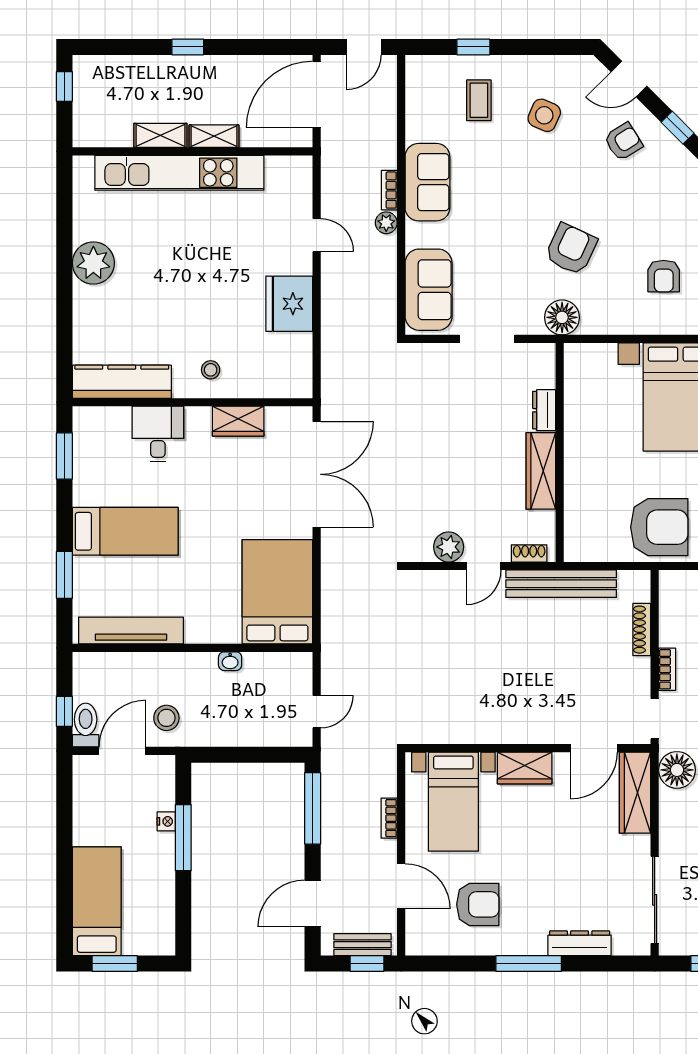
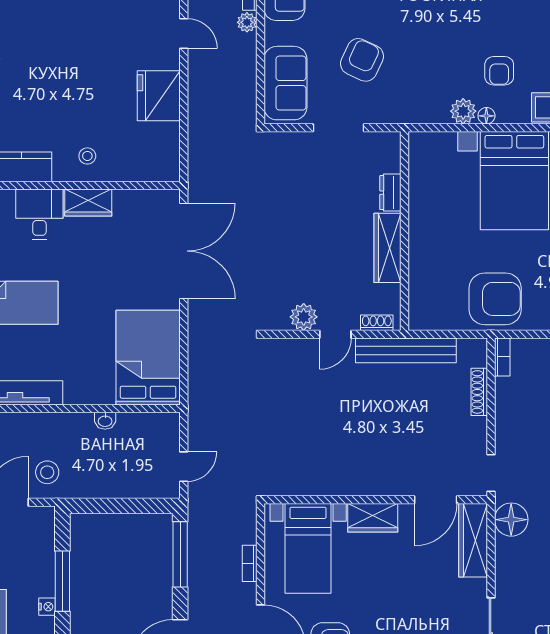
armchair: (571, 249) -> (362, 60), moved
floor lamp: (562, 317) -> (486, 116), moved, width x0.53, depth x0.53
plant: (624, 321) -> (463, 111), added
wardrobe: (238, 421) -> (88, 203), moved
bookcase: (667, 669) -> (502, 357), moved
nightstand: (166, 821) -> (47, 607), moved

